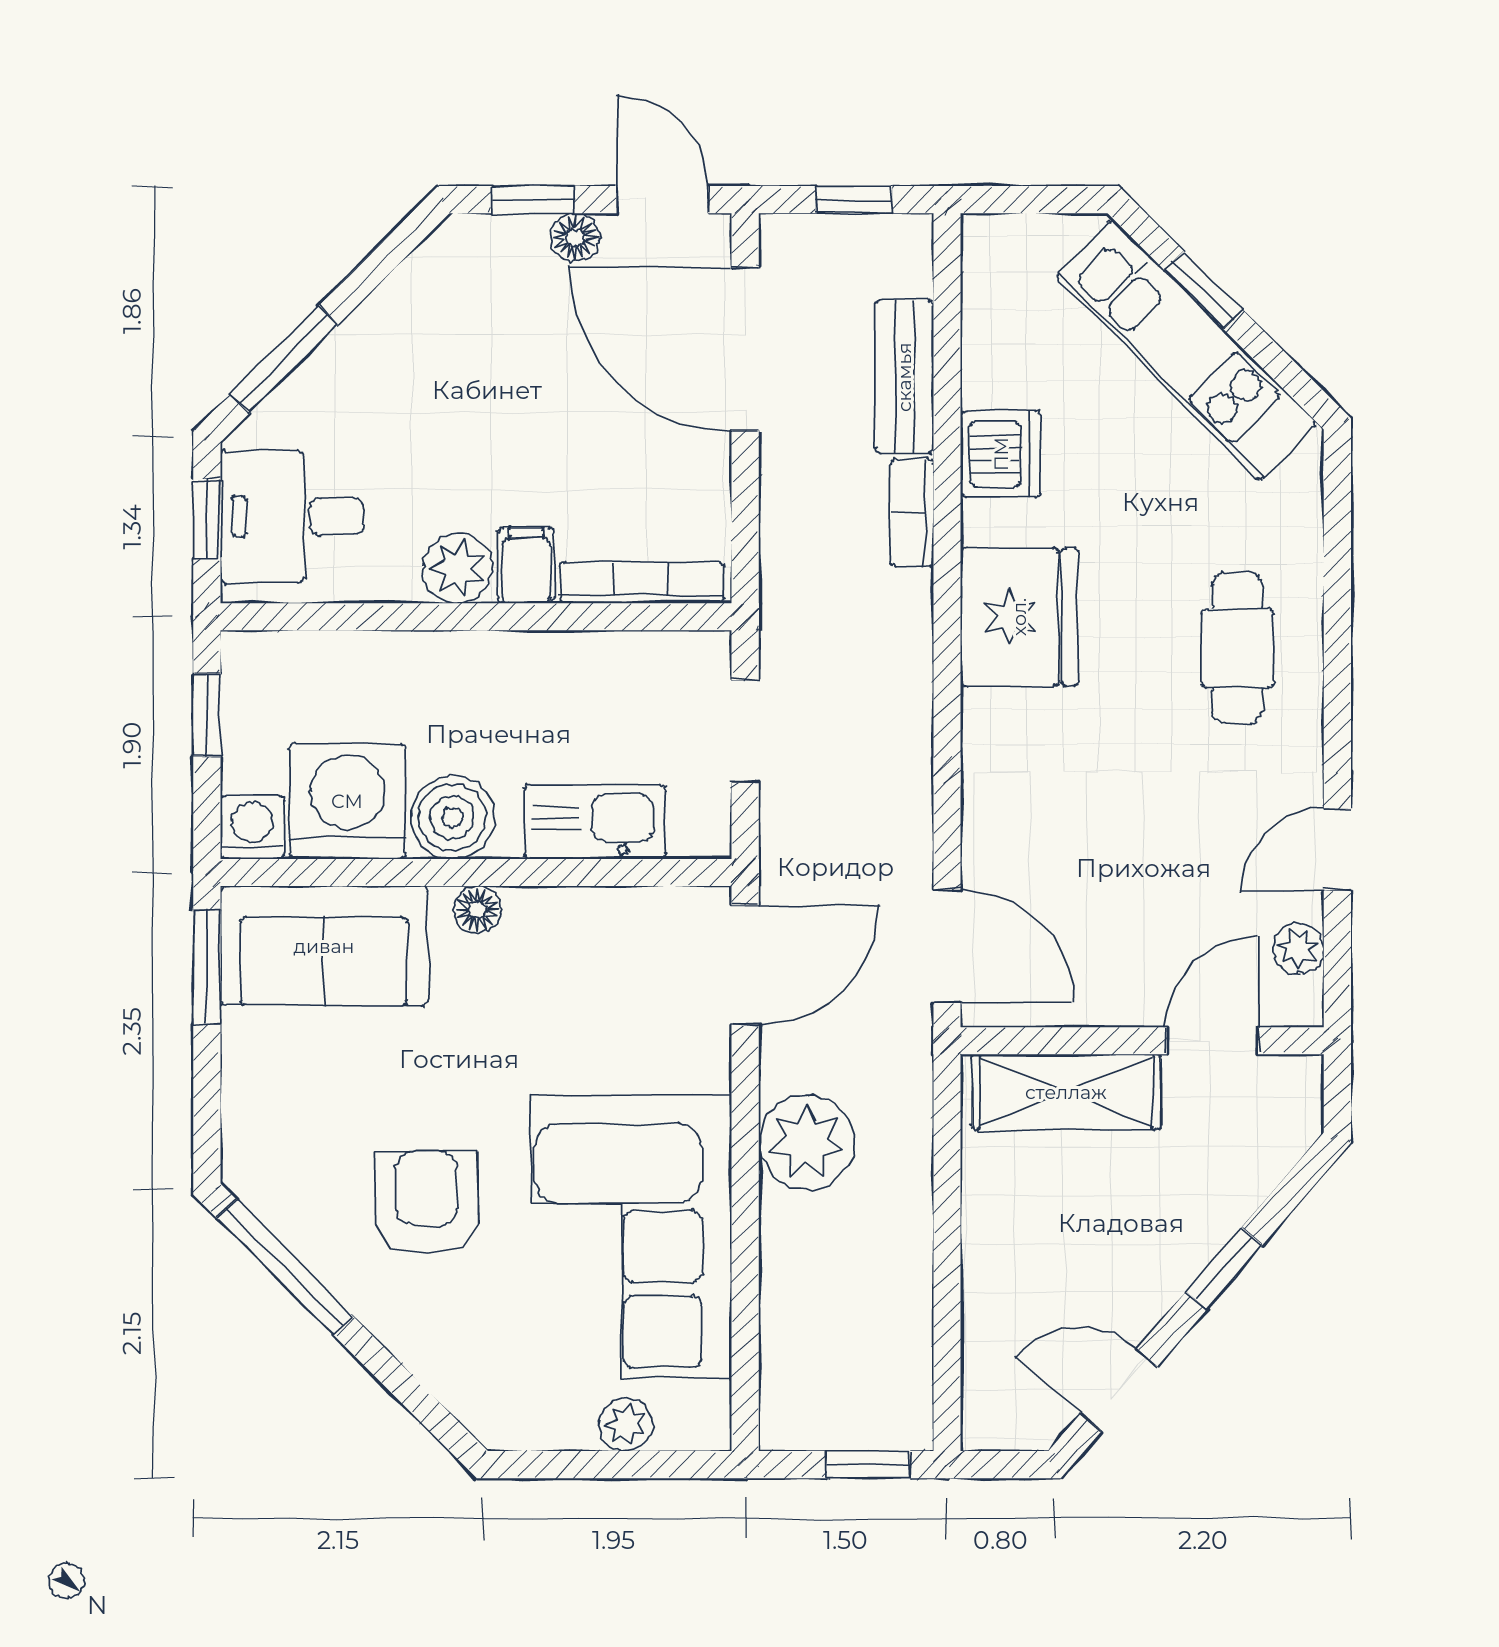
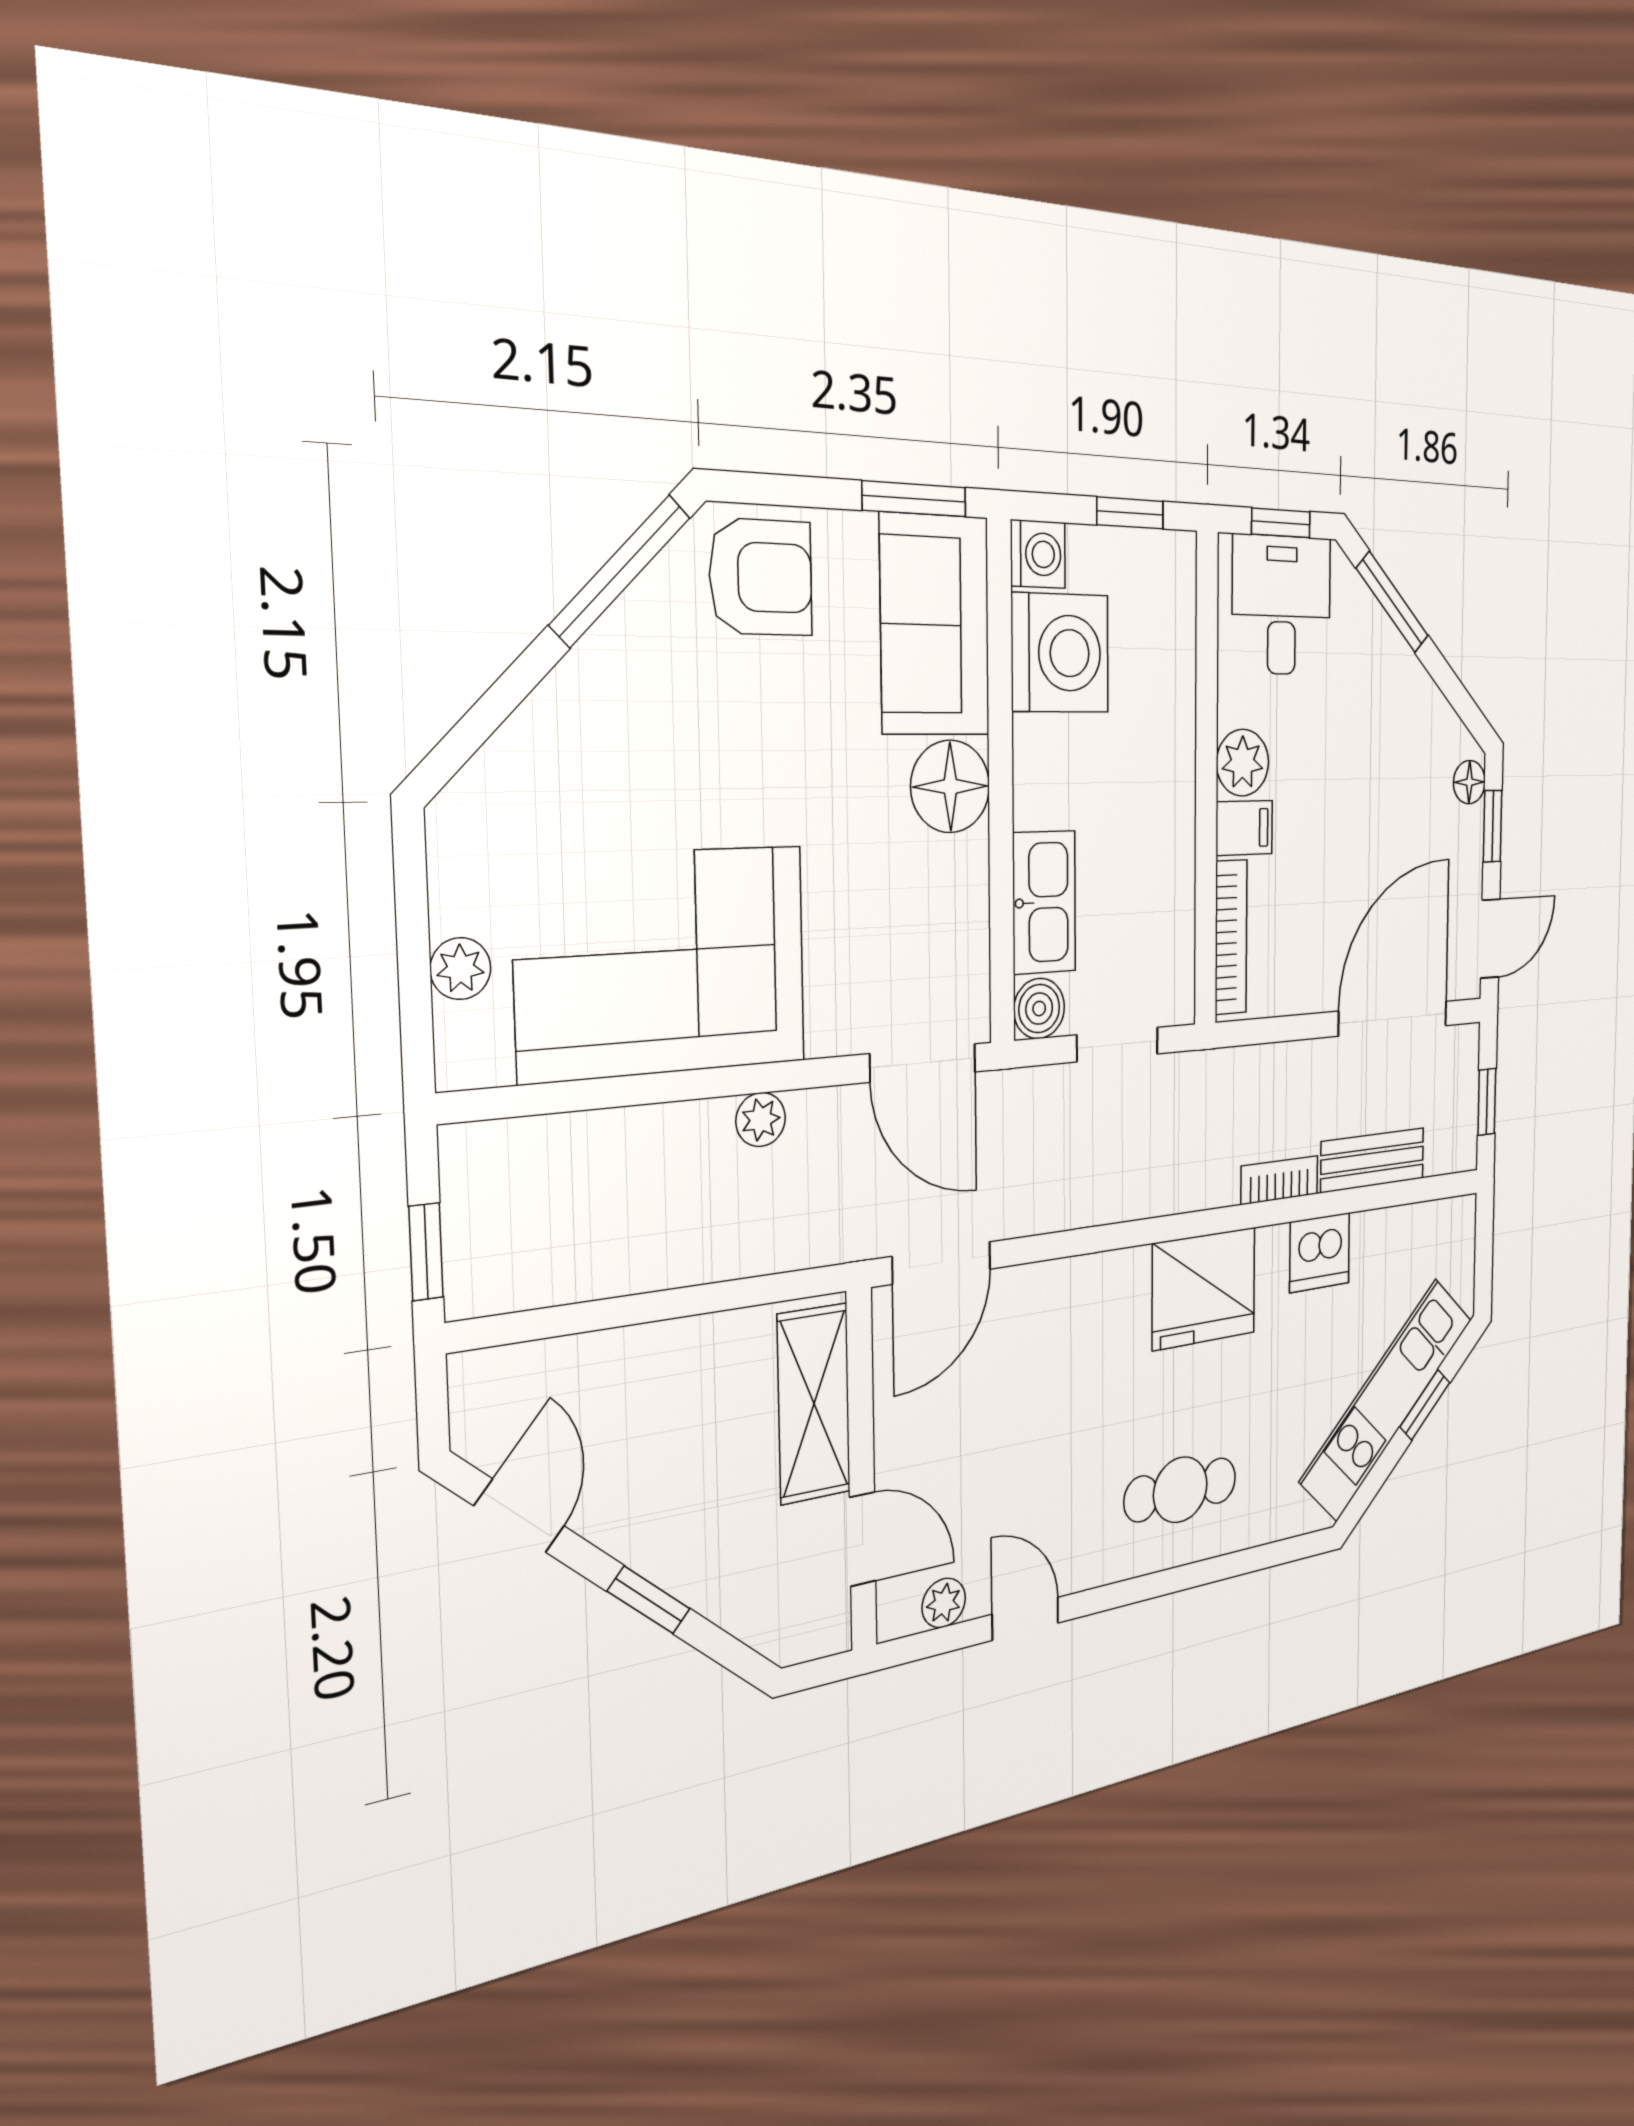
floor lamp: (575, 238) -> (1469, 782), moved
boiler: (452, 817) -> (1039, 1009), moved, width x0.73, depth x0.73
floor lamp: (477, 910) -> (950, 786), width x1.89, depth x1.89
plant: (806, 1142) -> (761, 1120), width x0.53, depth x0.53
armchair: (427, 1203) -> (761, 577), moved

